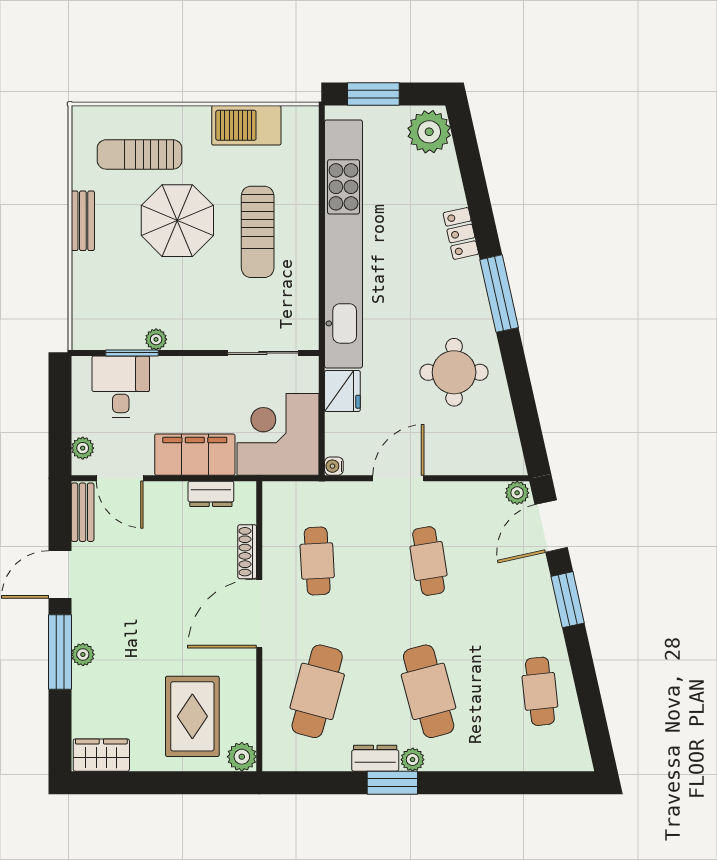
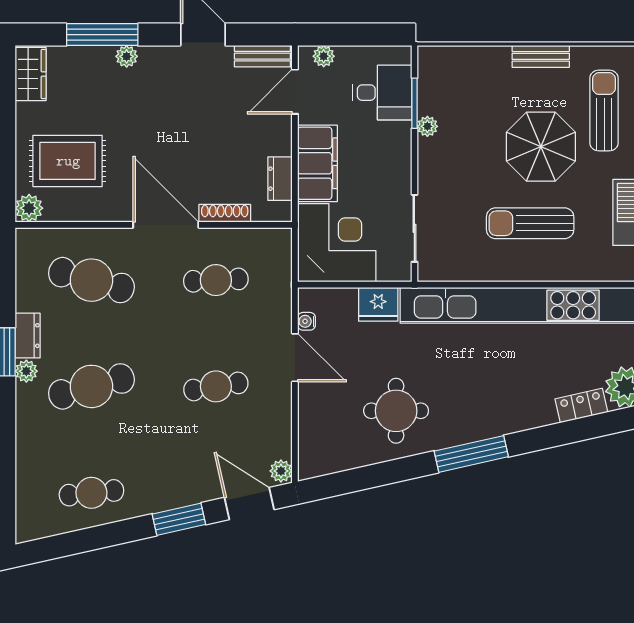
locker: (461, 233) -> (581, 405), moved
water cooler: (334, 466) -> (306, 321), moved, turned -90
window: (60, 652) -> (102, 35), moved

